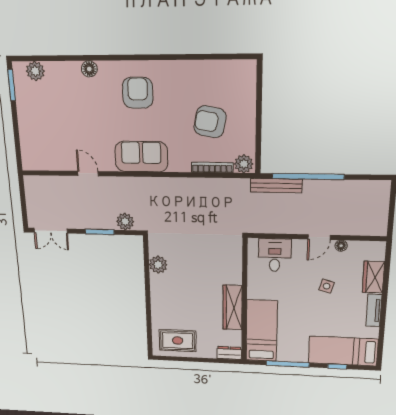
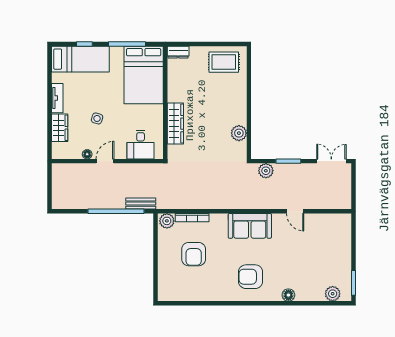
armchair: (138, 93) -> (251, 277), turned 90
armchair: (210, 122) -> (194, 254), turned 79
bench: (276, 186) -> (141, 204), width x0.73
wardrobe: (233, 308) -> (175, 124), moved
bed: (262, 331) -> (144, 75), width x1.50

